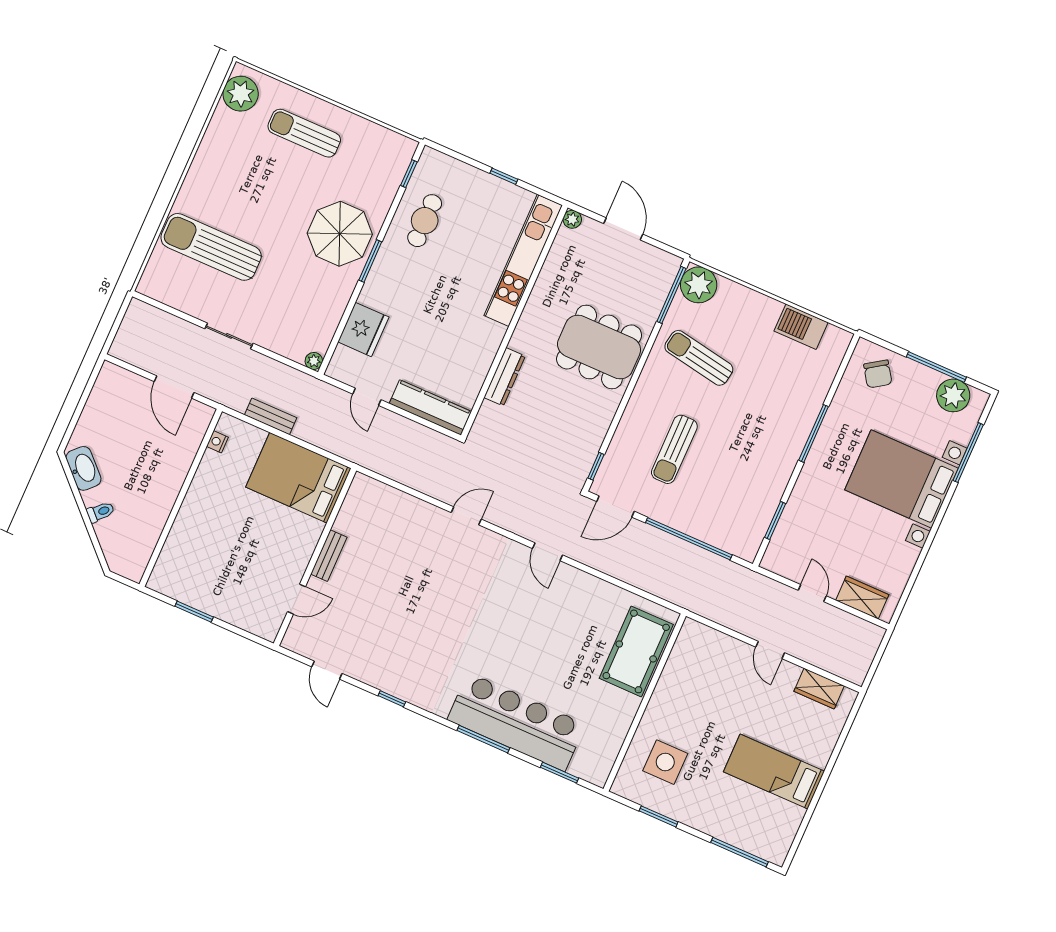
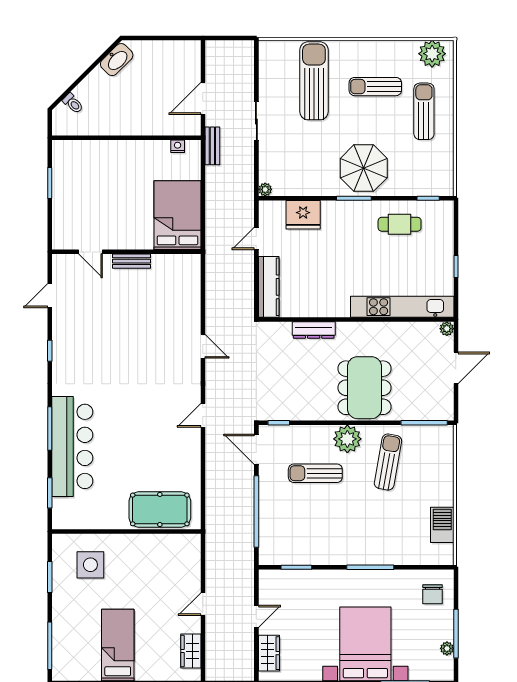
sun lounger: (250, 178) -> (375, 87), added
plant: (699, 285) -> (347, 439), moved
chair: (878, 374) -> (433, 594), turned -56
plant: (953, 395) -> (447, 648), width x0.53, depth x0.53
bench: (271, 416) -> (212, 146), moved
toilet: (100, 512) -> (73, 103), moved

